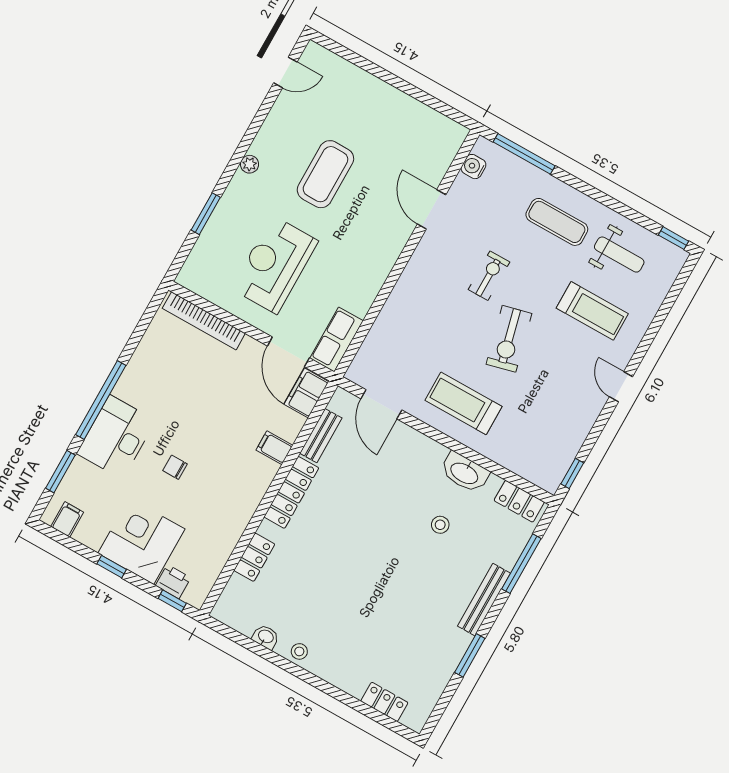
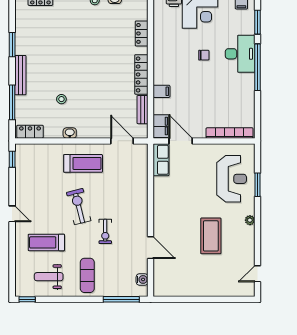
exercise mat: (557, 222) -> (87, 275), turned 90
reception desk: (275, 265) -> (232, 179), moved
washbasin: (465, 473) -> (70, 133), width x0.52, depth x0.69

